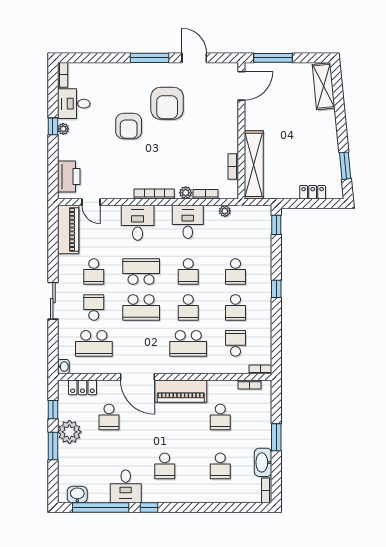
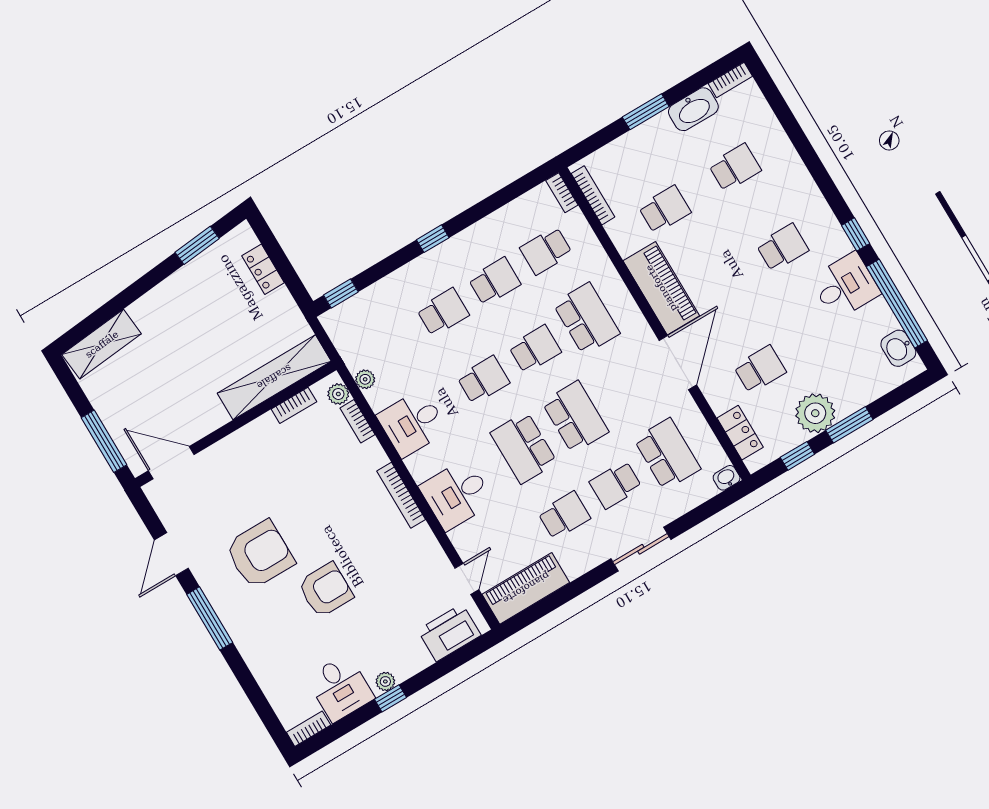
plant: (186, 193) -> (338, 394), moved
bookcase: (250, 384) -> (593, 195), width x1.56

